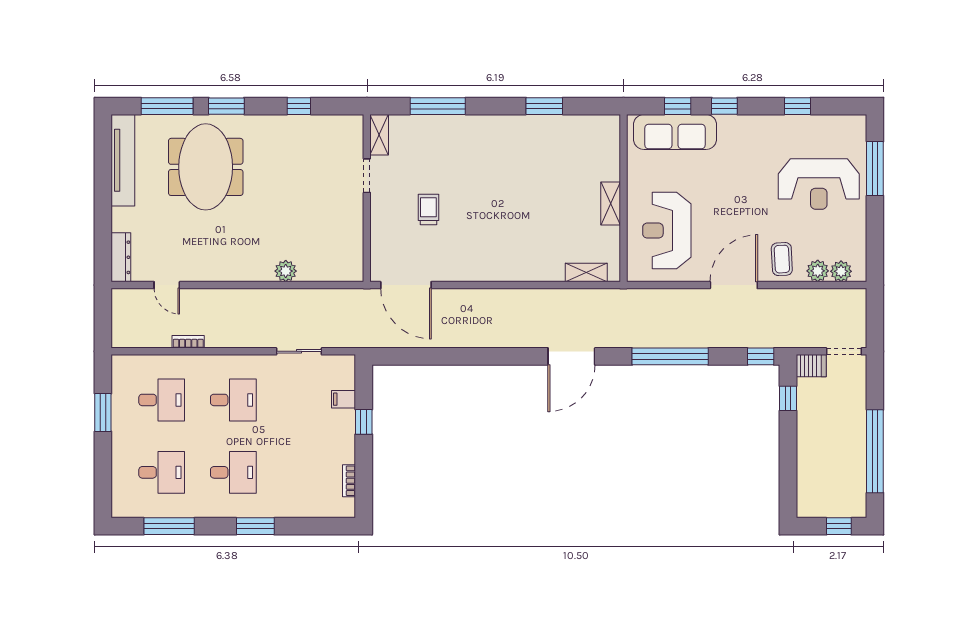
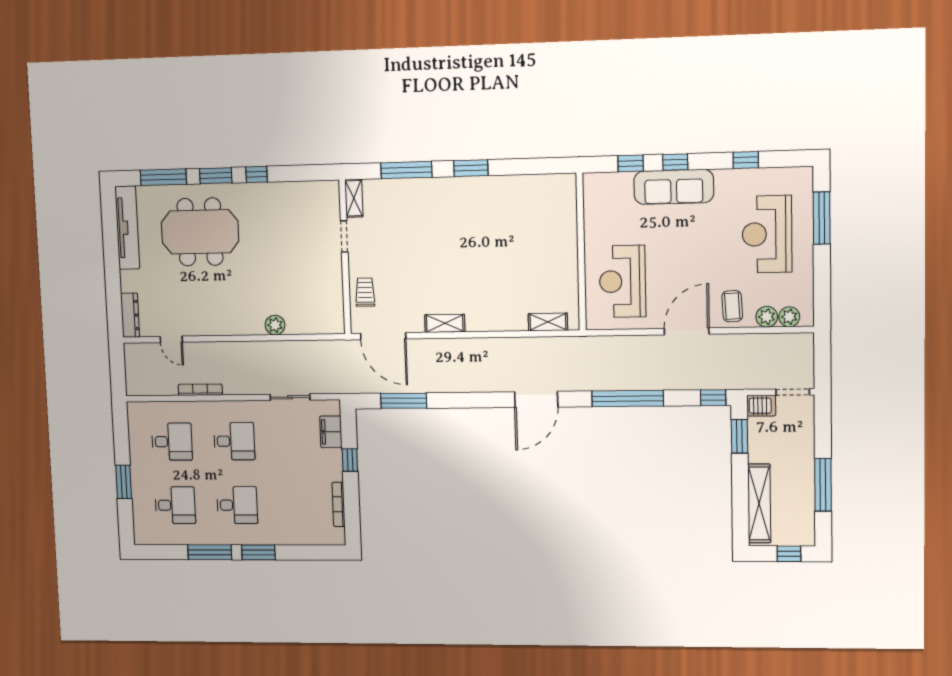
window: (299, 106) -> (256, 174), moved
window: (544, 106) -> (471, 168), moved
sofa: (675, 132) -> (674, 187), moved
meeting table: (206, 167) -> (200, 232), turned 90
reception desk: (819, 184) -> (767, 234), turned 90
shelving: (611, 203) -> (445, 323), moved, turned 90
trolley: (428, 209) -> (365, 292), moved
bookcase: (188, 342) -> (200, 390), width x1.56
window: (426, 356) -> (404, 401), added
window: (788, 398) -> (740, 436), width x1.50
filing cabinet: (344, 399) -> (331, 432), width x2.00
window: (103, 413) -> (124, 482), moved
window: (875, 451) -> (823, 485), width x0.68
shelving: (808, 471) -> (759, 503), added
bookcase: (349, 481) -> (339, 504), width x1.56
window: (169, 526) -> (210, 552), moved

